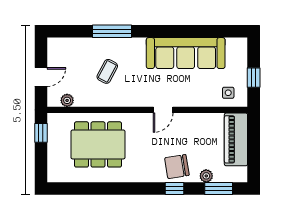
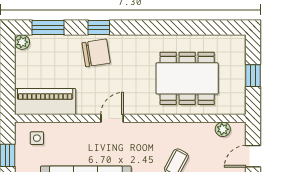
window: (41, 133) -> (253, 76), moved
piano: (236, 139) -> (45, 101), moved, turned -90
plant: (206, 176) -> (22, 42), moved

